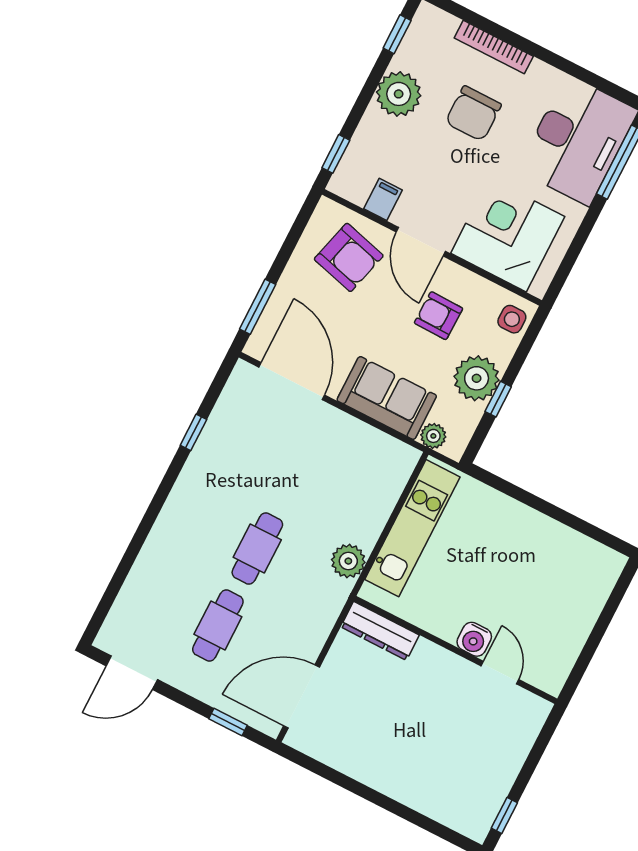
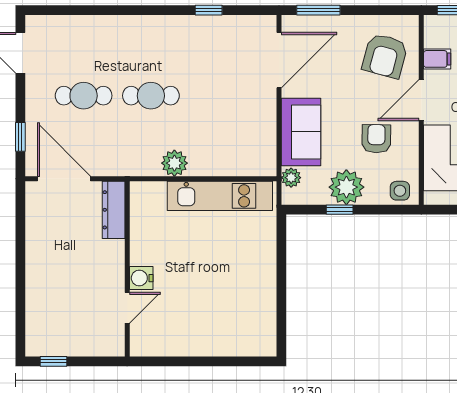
dresser: (380, 631) -> (114, 210), moved
water cooler: (474, 639) -> (141, 278), moved
wall: (455, 650) -> (127, 269), moved
door: (500, 673) -> (127, 308), moved

